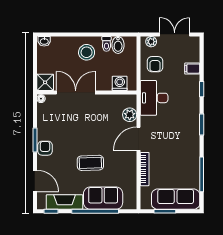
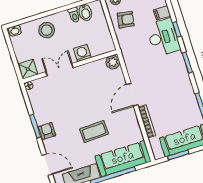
stool: (87, 52) -> (47, 30), moved
armchair: (155, 64) -> (126, 20), turned -81
washing machine: (120, 83) -> (82, 53), moved
double door: (76, 93) -> (60, 70), width x0.73
desk: (154, 98) -> (163, 37), moved, turned 180
plant: (130, 115) -> (113, 62), moved
sofa: (103, 198) -> (123, 159), width x1.36

